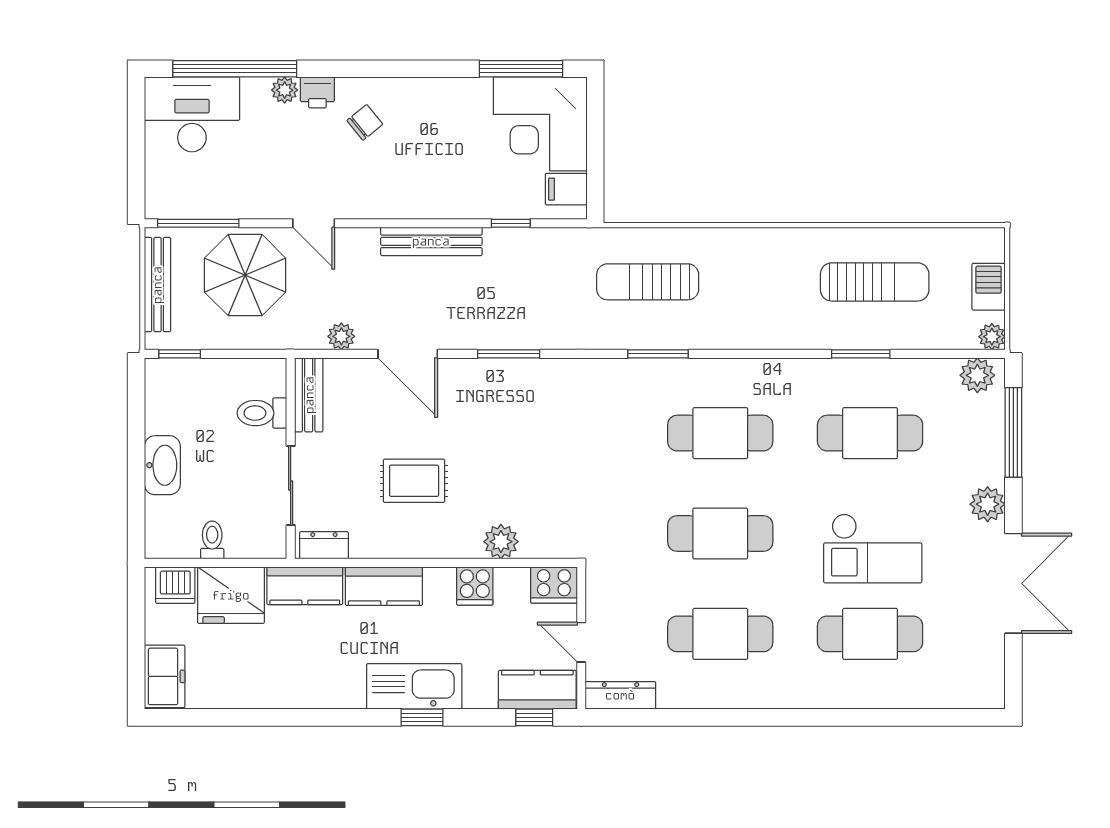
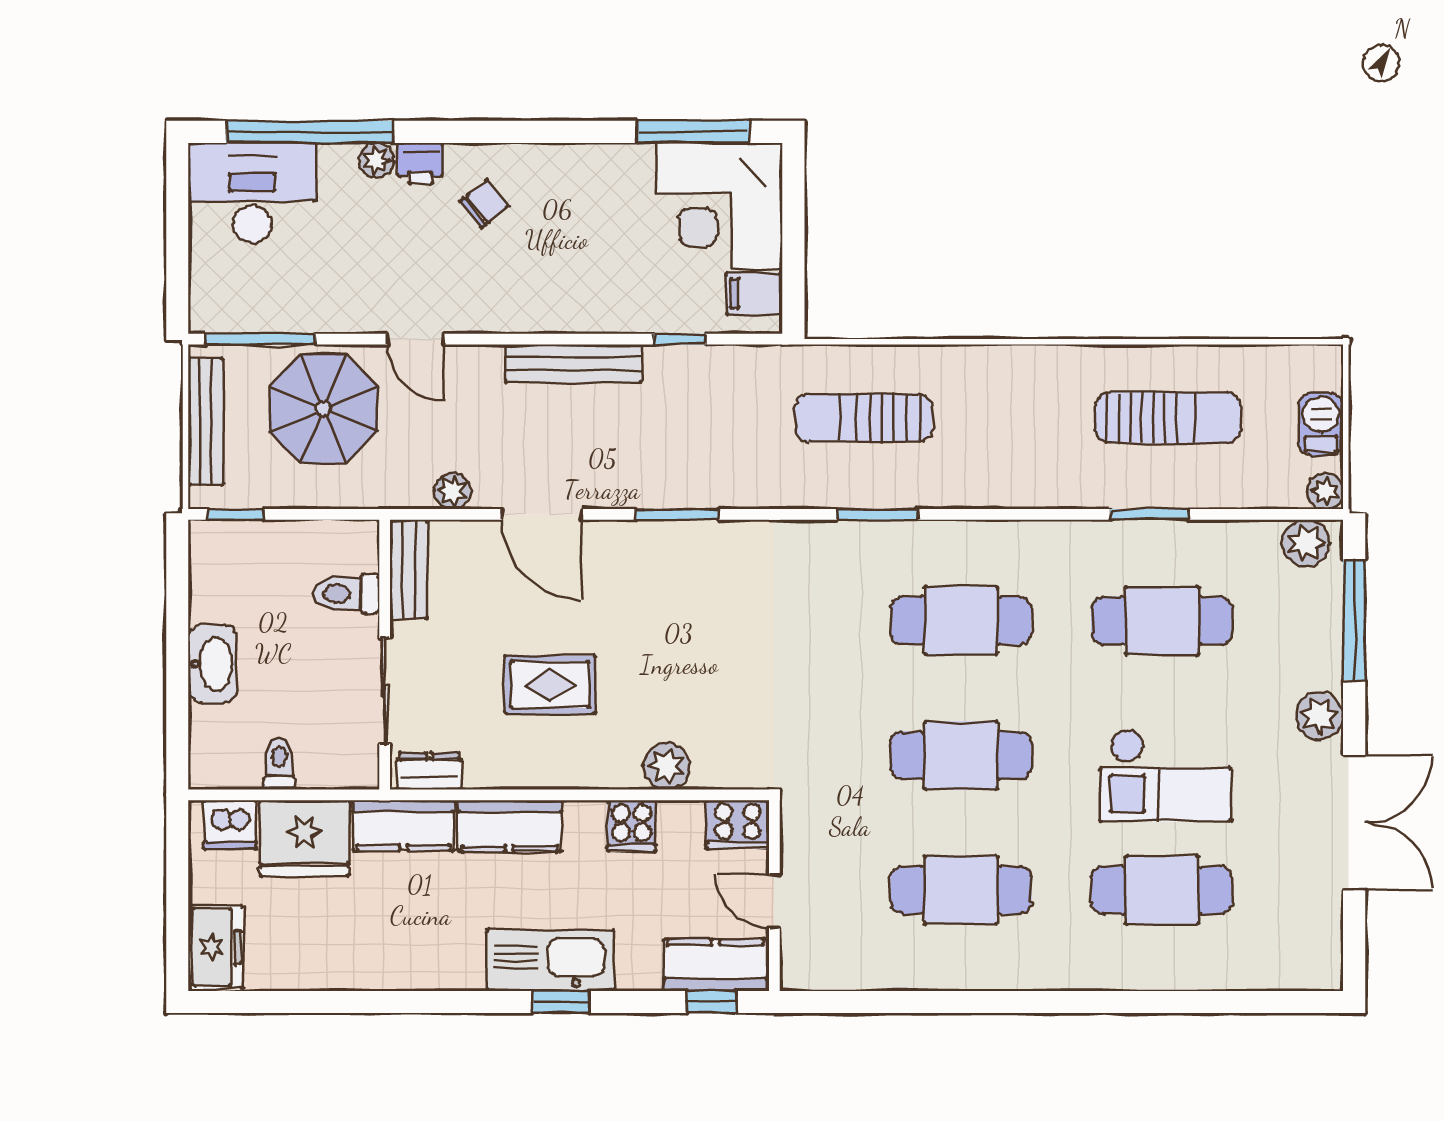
dresser: (620, 695) -> (827, 973), removed

